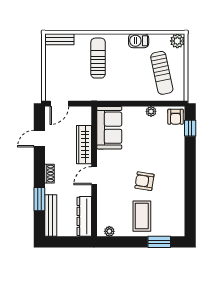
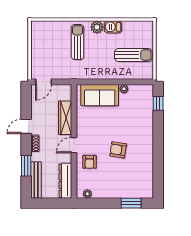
bench: (59, 39) -> (44, 26), removed
plant: (177, 41) -> (97, 27), moved
sun lounger: (162, 73) -> (133, 55), turned -78
armchair: (176, 117) -> (89, 162), moved
sofa: (109, 128) -> (100, 95), moved, turned 90
door: (39, 139) -> (26, 126), moved
coffee table: (142, 216) -> (116, 180), removed

